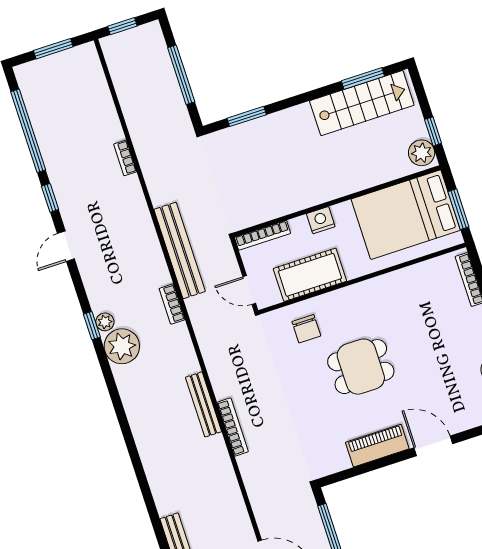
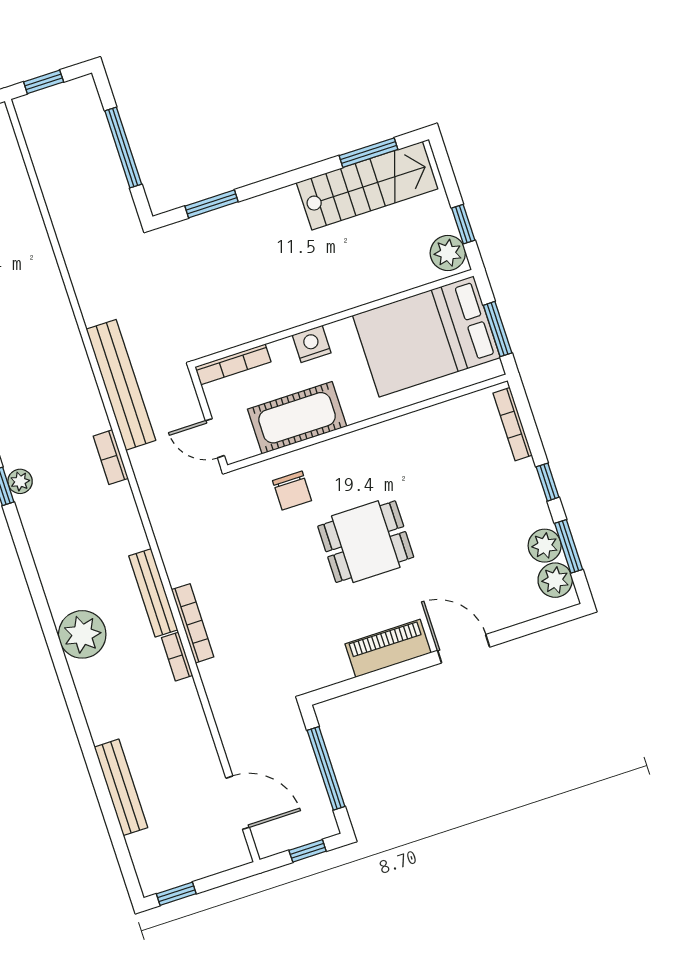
bookcase: (125, 158) -> (177, 657), moved
plant: (122, 346) -> (82, 634), moved

